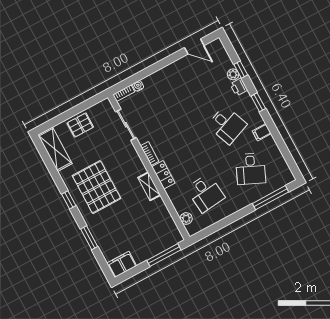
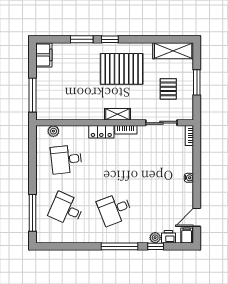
water cooler: (138, 86) -> (189, 178), moved
printer: (239, 87) -> (169, 237), moved
window: (258, 102) -> (120, 246), width x2.17
window: (72, 112) -> (197, 82), added
pallet: (80, 125) -> (168, 89), moved
filing cabinet: (262, 132) -> (187, 236), moved
shelving: (149, 186) -> (117, 114), moved
window: (69, 200) -> (110, 39), moved

